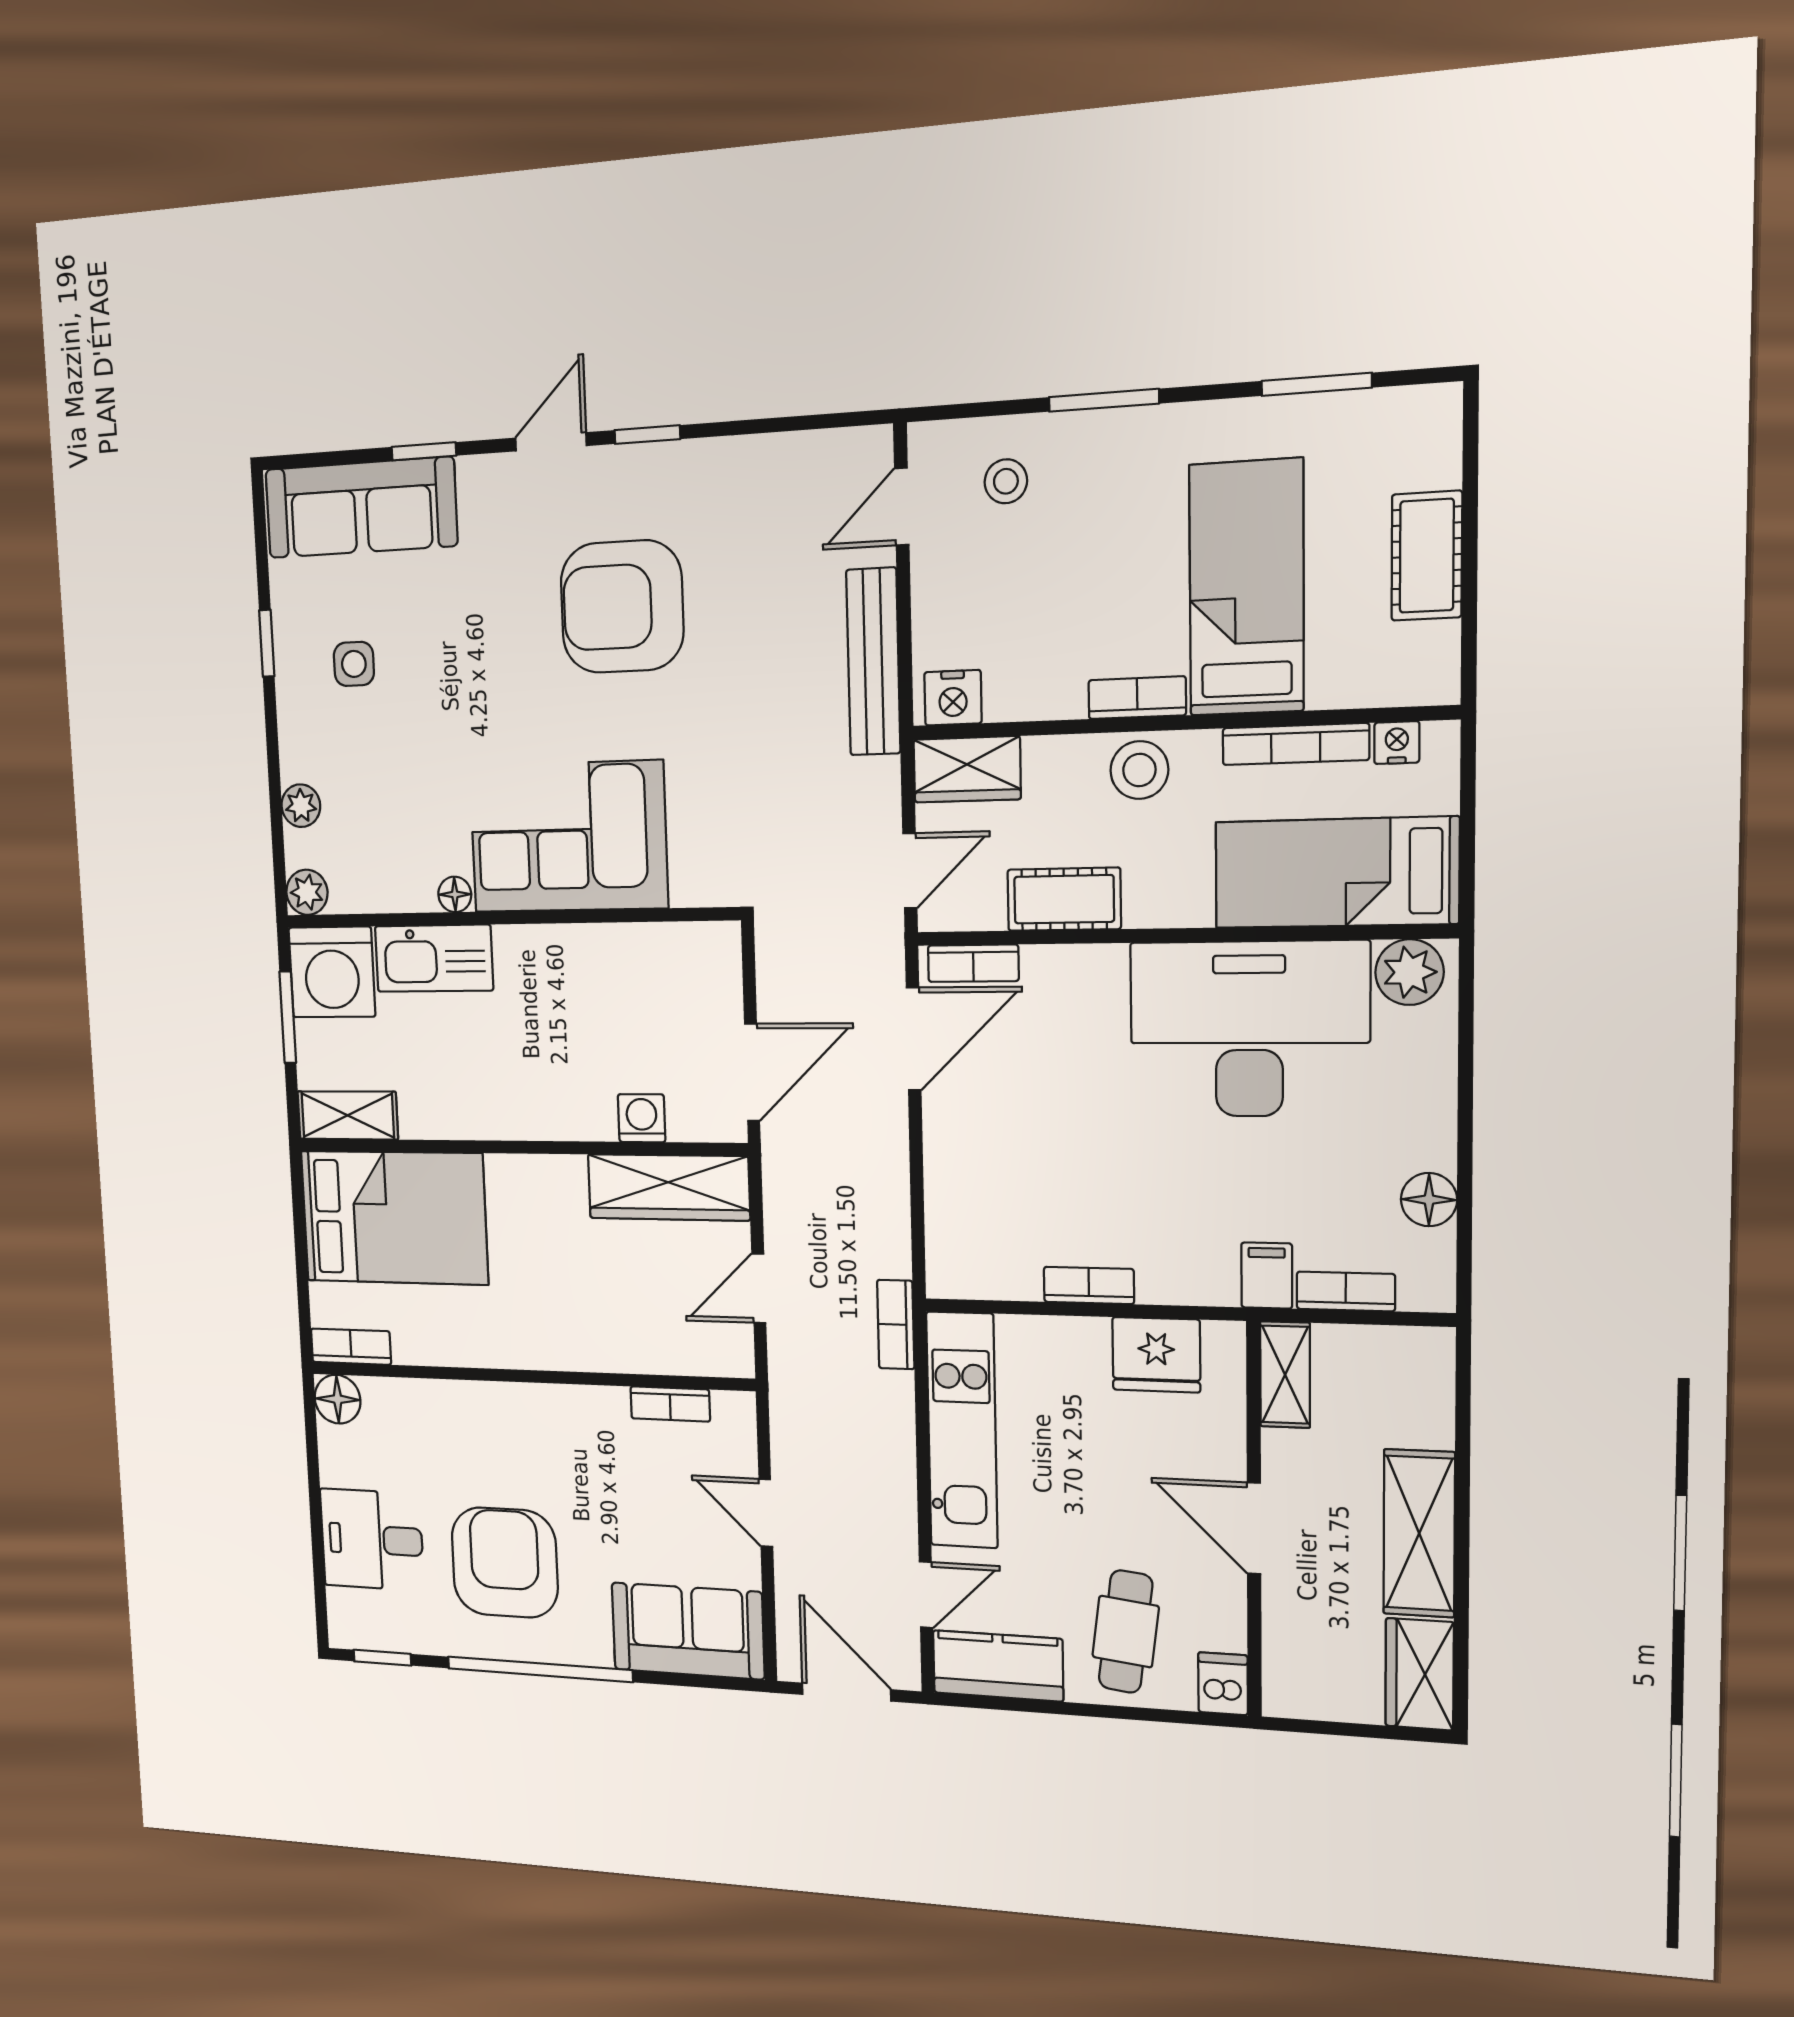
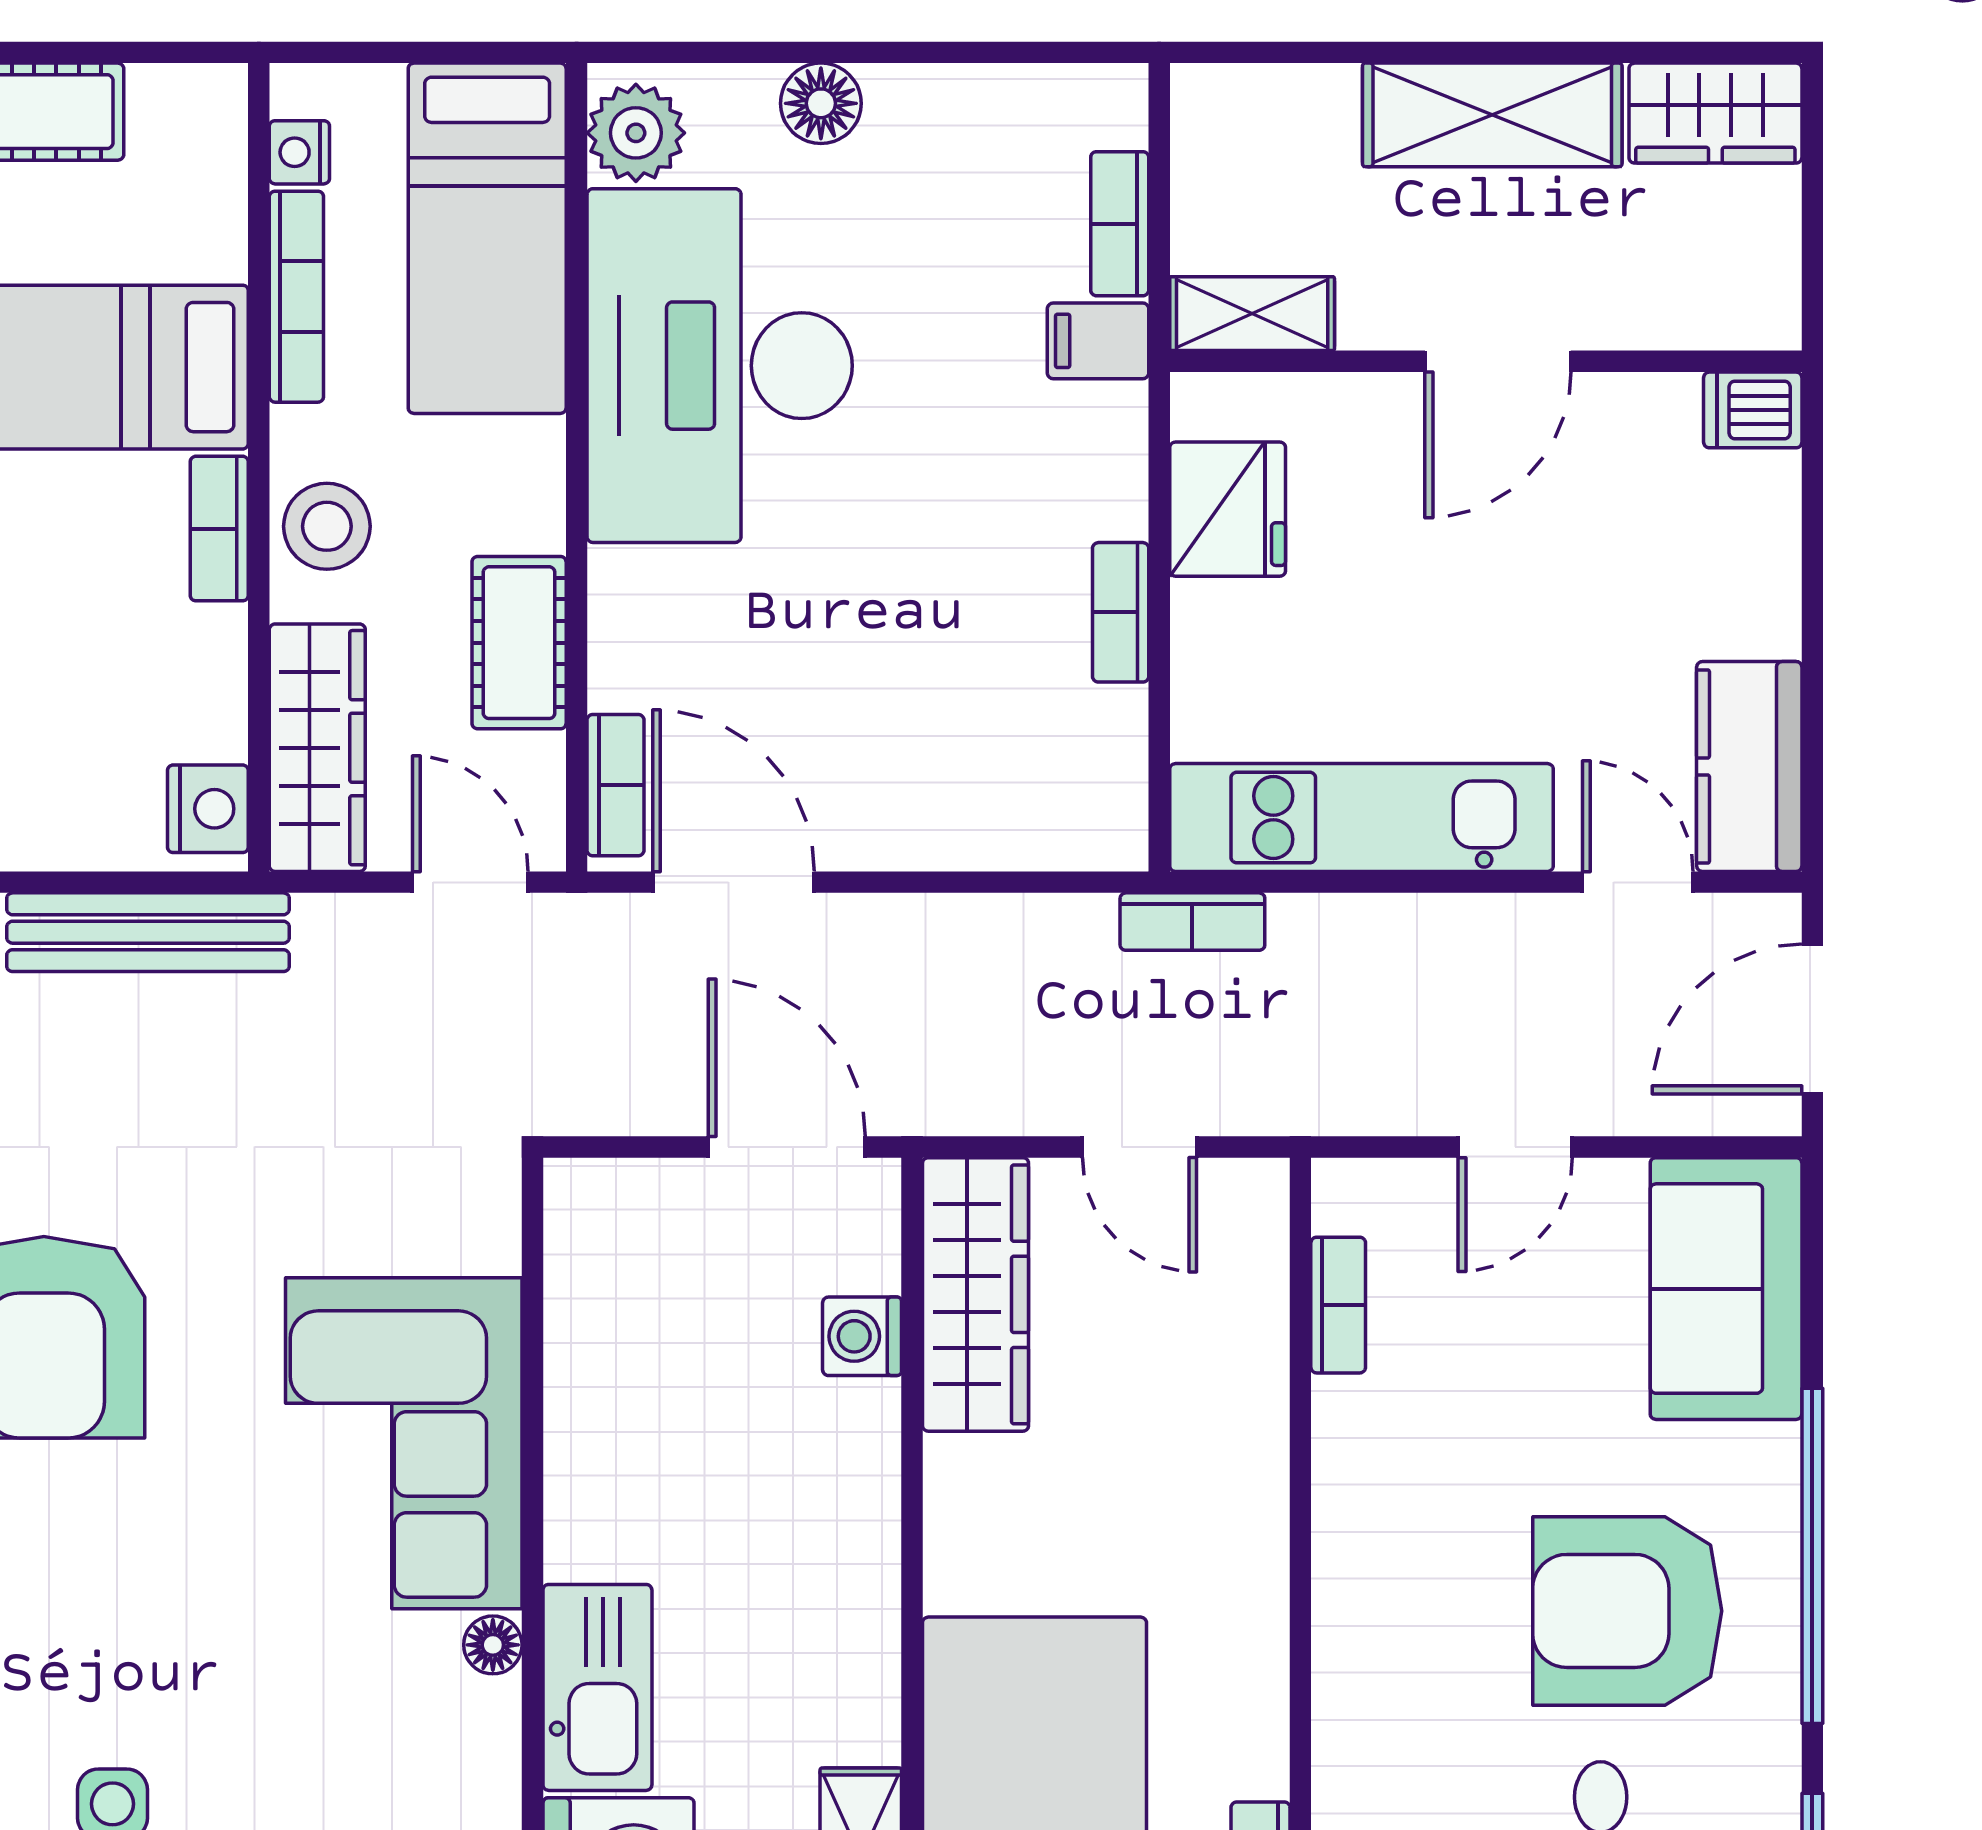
wardrobe: (967, 769) -> (317, 748), width x1.50
floor lamp: (1429, 1200) -> (821, 103), moved
cafe table: (1126, 1632) -> (1678, 561), removed

